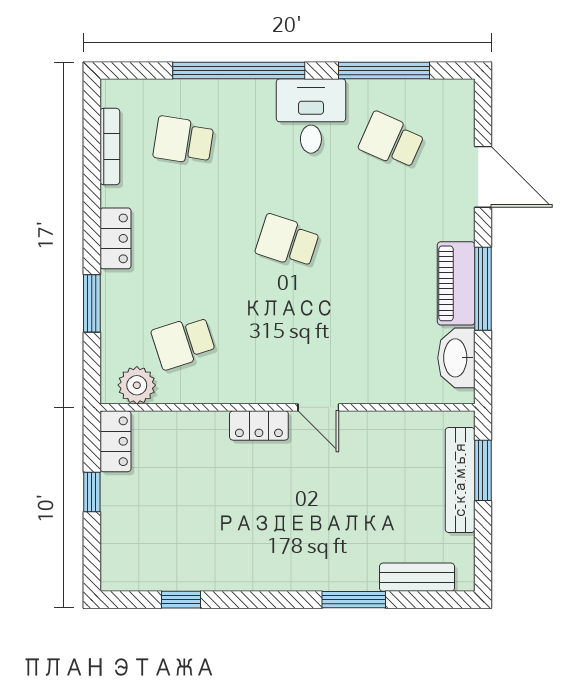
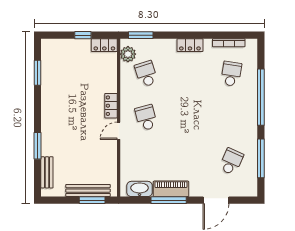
desk: (311, 116) -> (242, 128), removed
school desk: (287, 241) -> (146, 118), moved, turned -33
window: (92, 303) -> (141, 35), moved
window: (181, 600) -> (38, 73), width x1.50

